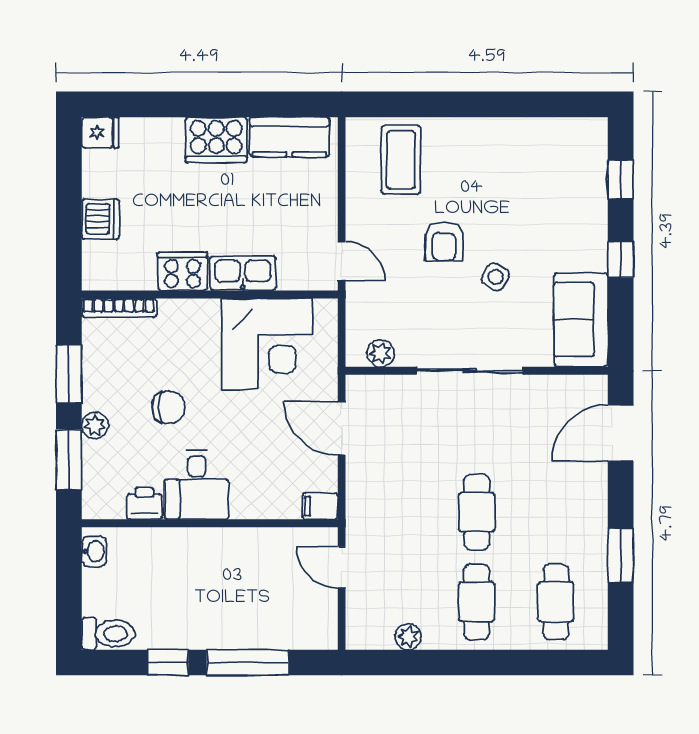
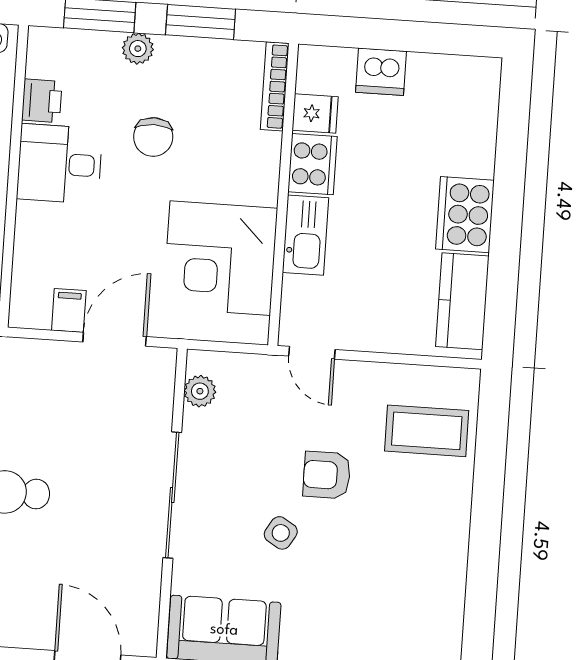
fridge: (100, 133) -> (315, 113), moved, turned -90
door: (342, 261) -> (312, 353), hinge flipped
filing cabinet: (320, 506) -> (69, 310), moved

